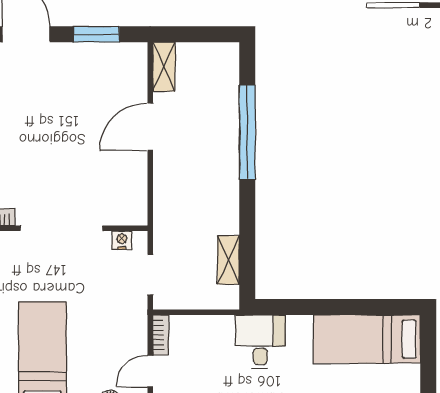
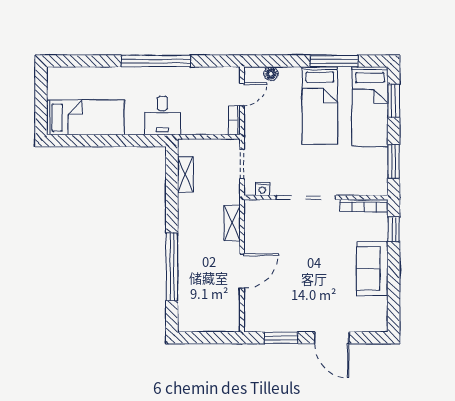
shelving: (164, 67) -> (232, 223), moved

